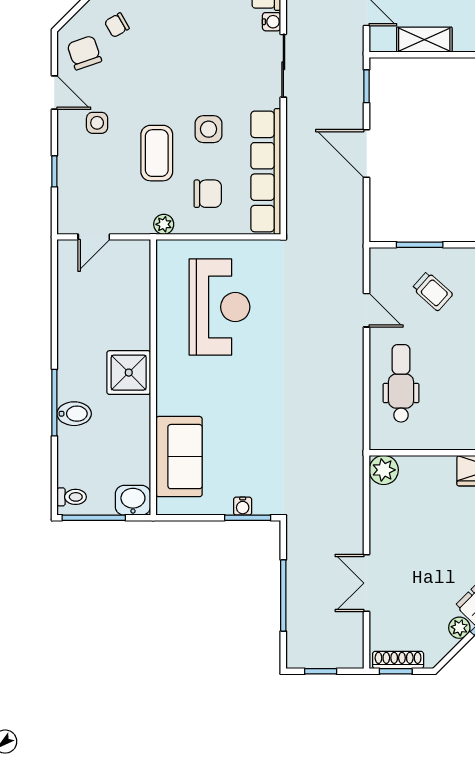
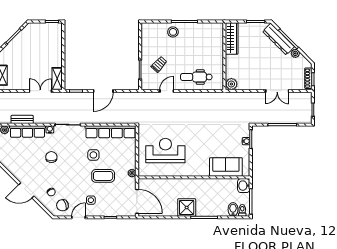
shelving: (424, 40) -> (57, 79), moved
chair: (208, 194) -> (51, 157), moved
door: (94, 237) -> (137, 201), width x1.88
shower: (129, 373) -> (187, 207), moved
bidet: (74, 414) -> (233, 209), moved

